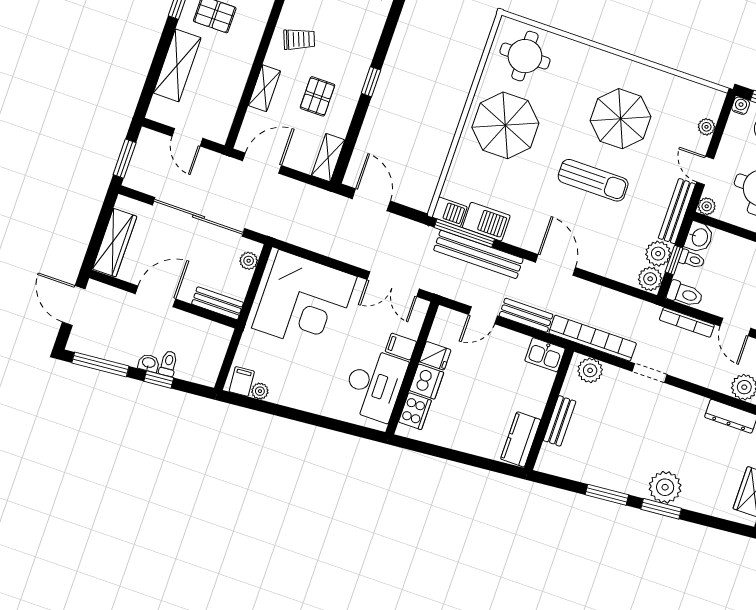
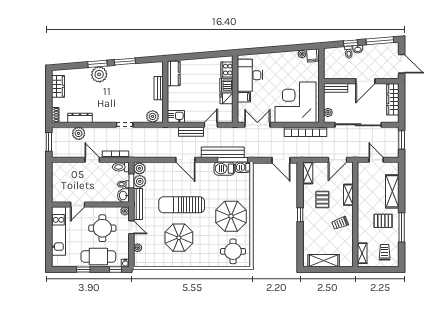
sun lounger: (593, 180) -> (182, 205), width x1.36, depth x1.34
bookcase: (593, 338) -> (306, 132), moved

